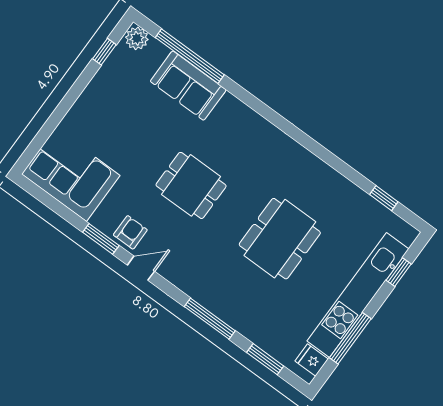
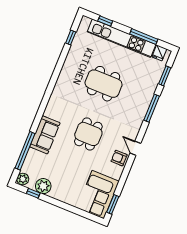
plant: (113, 74) -> (43, 186), added
sofa: (188, 86) -> (45, 135), moved
window: (101, 239) -> (113, 204), moved

